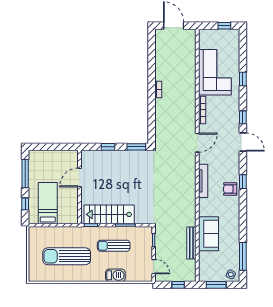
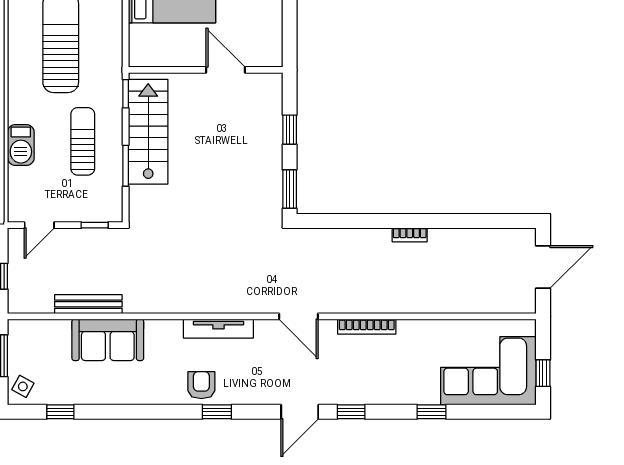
corner sofa: (215, 72) -> (488, 371), moved, turned 180
window: (243, 256) -> (60, 412), width x0.46

